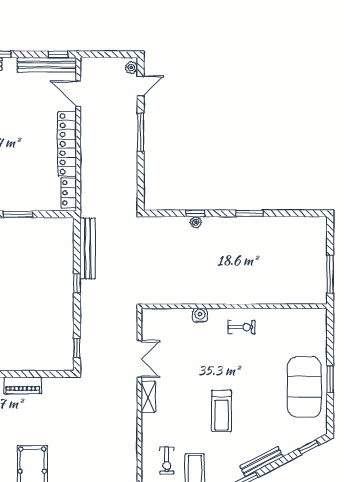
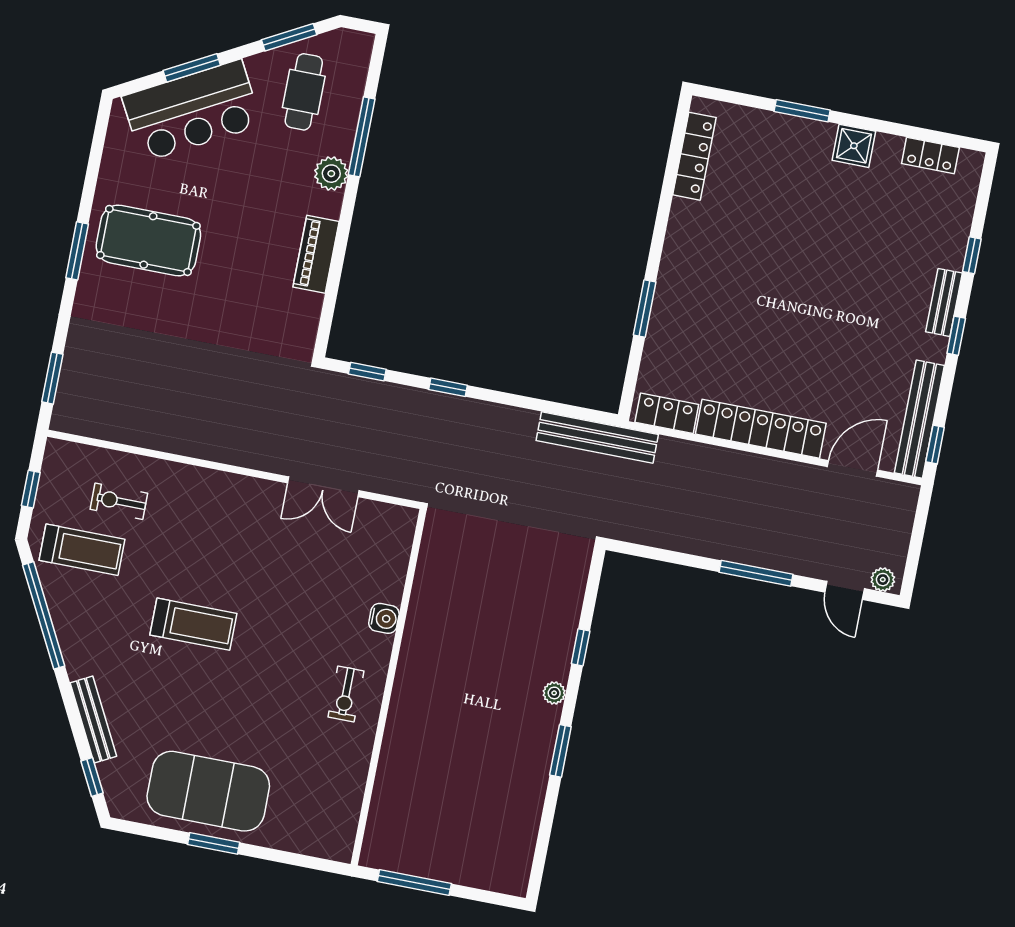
plant: (196, 222) -> (554, 693), moved
bench: (88, 248) -> (597, 437), moved
window: (77, 283) -> (448, 387), moved
shelving: (148, 397) -> (247, 489), removed
treadmill: (221, 411) -> (193, 624), turned 180
bench: (261, 461) -> (93, 720), moved

